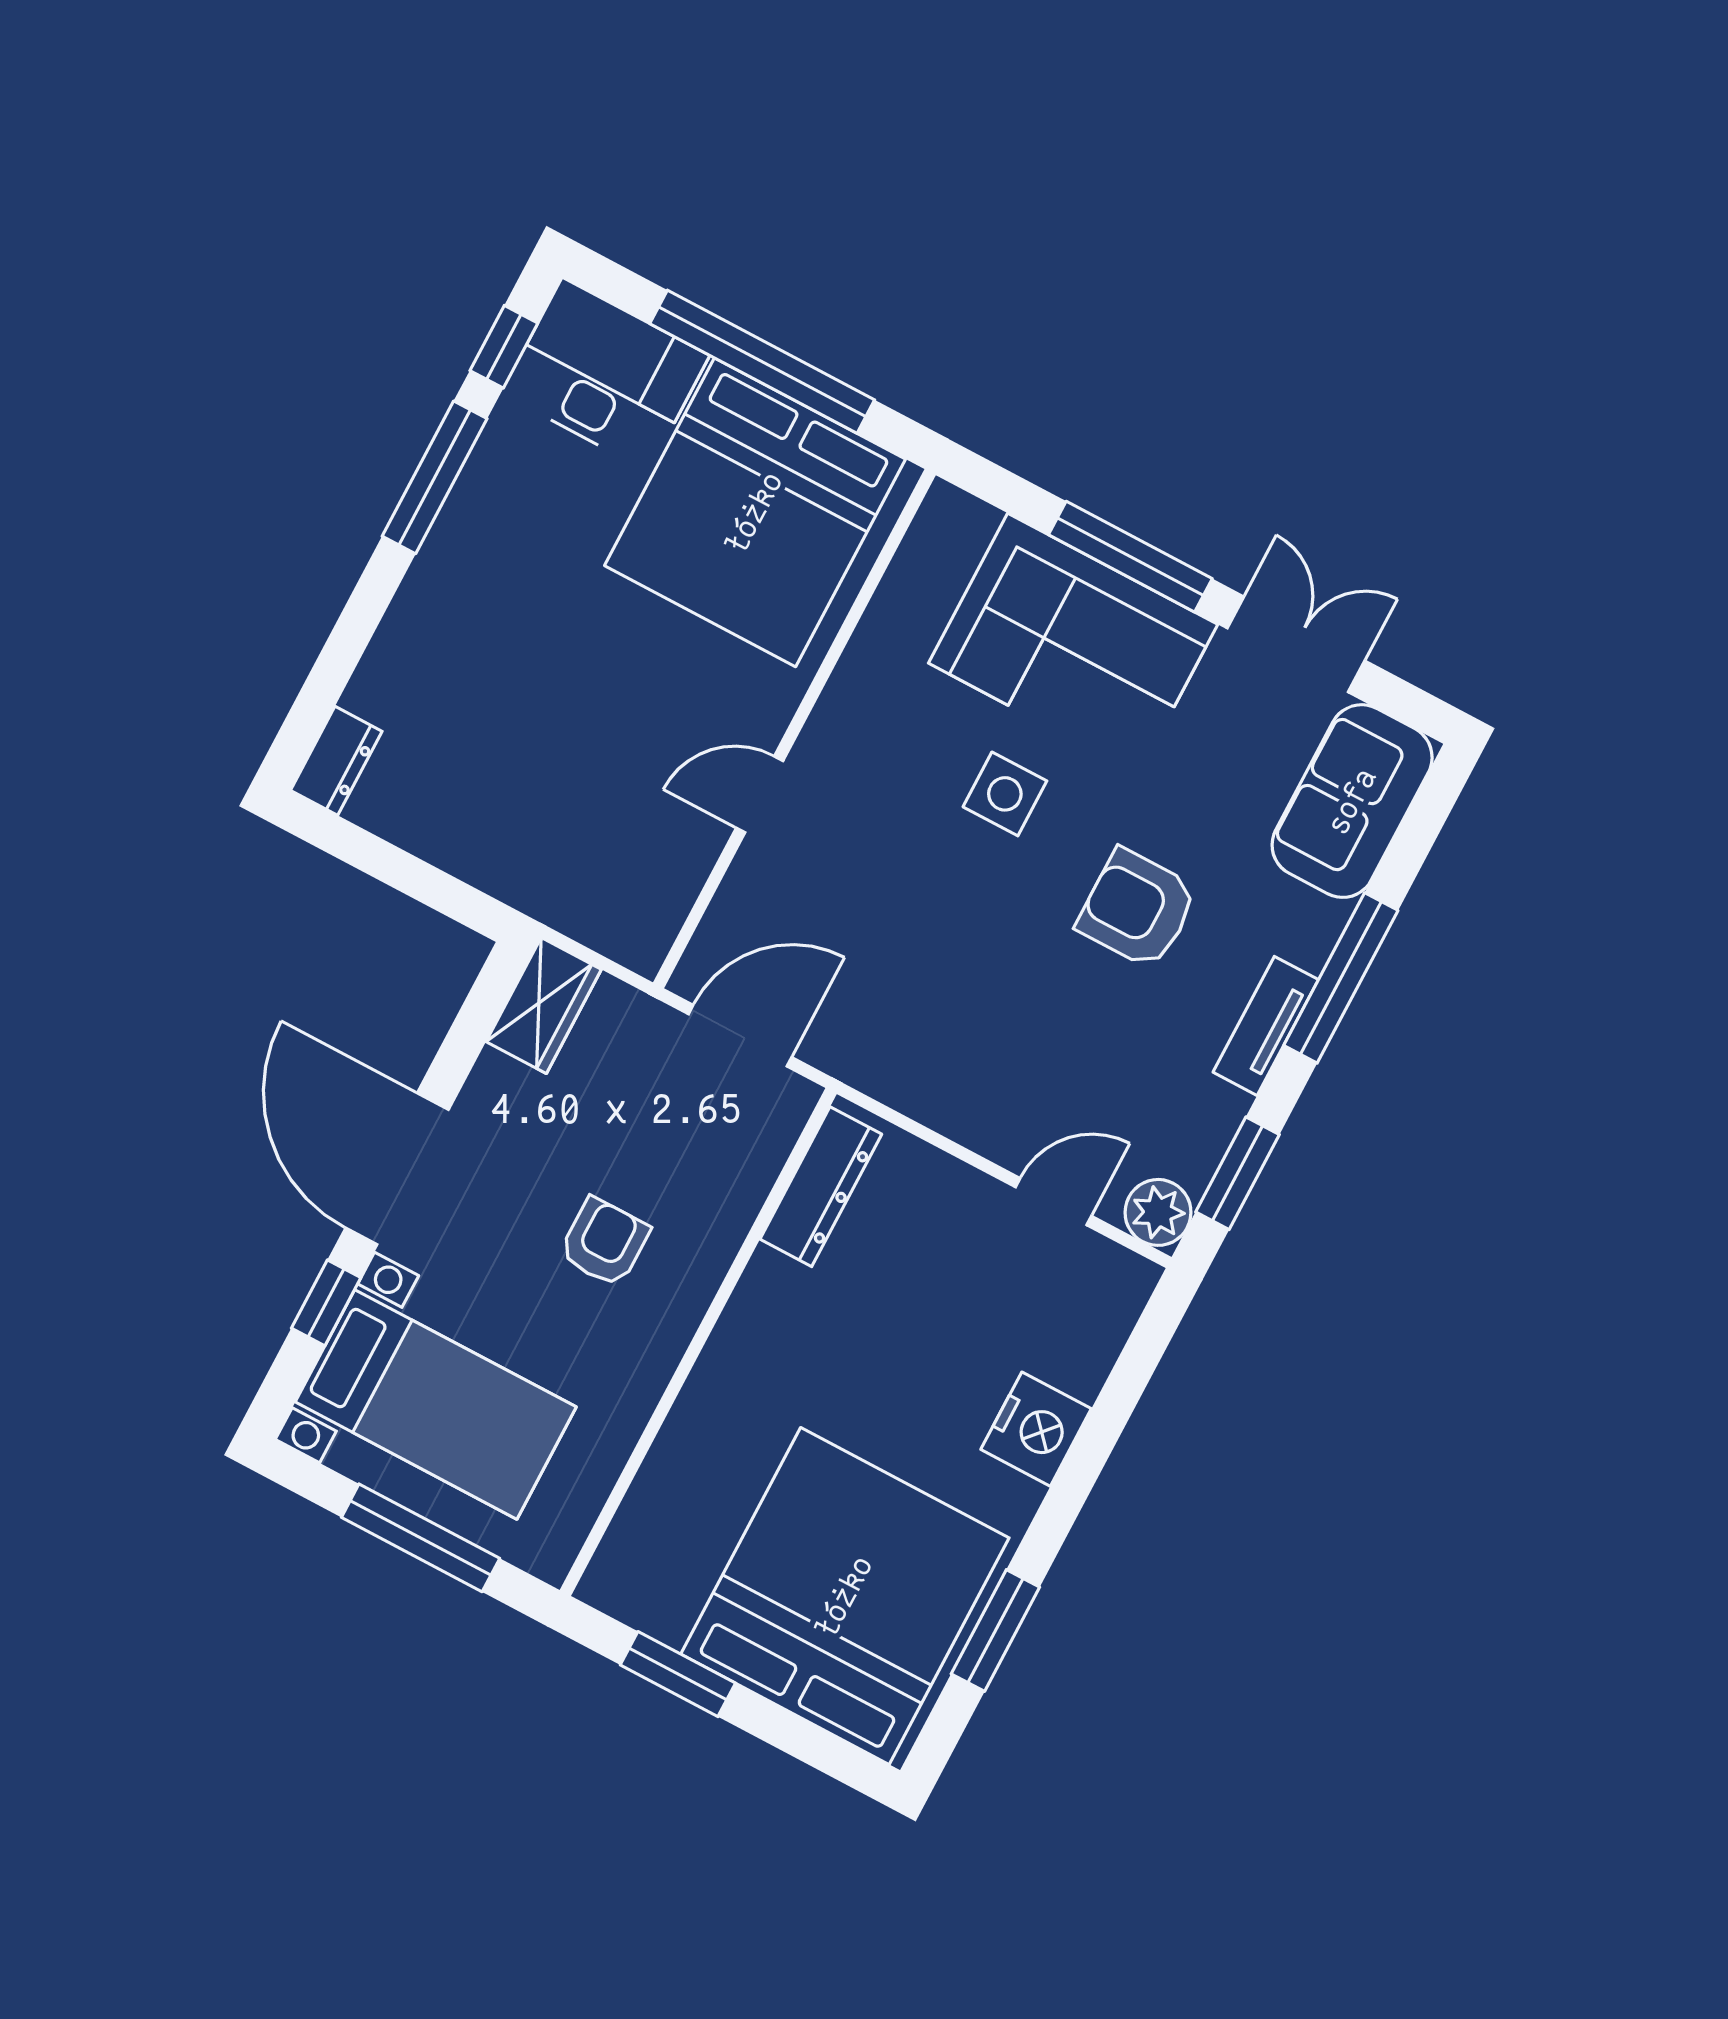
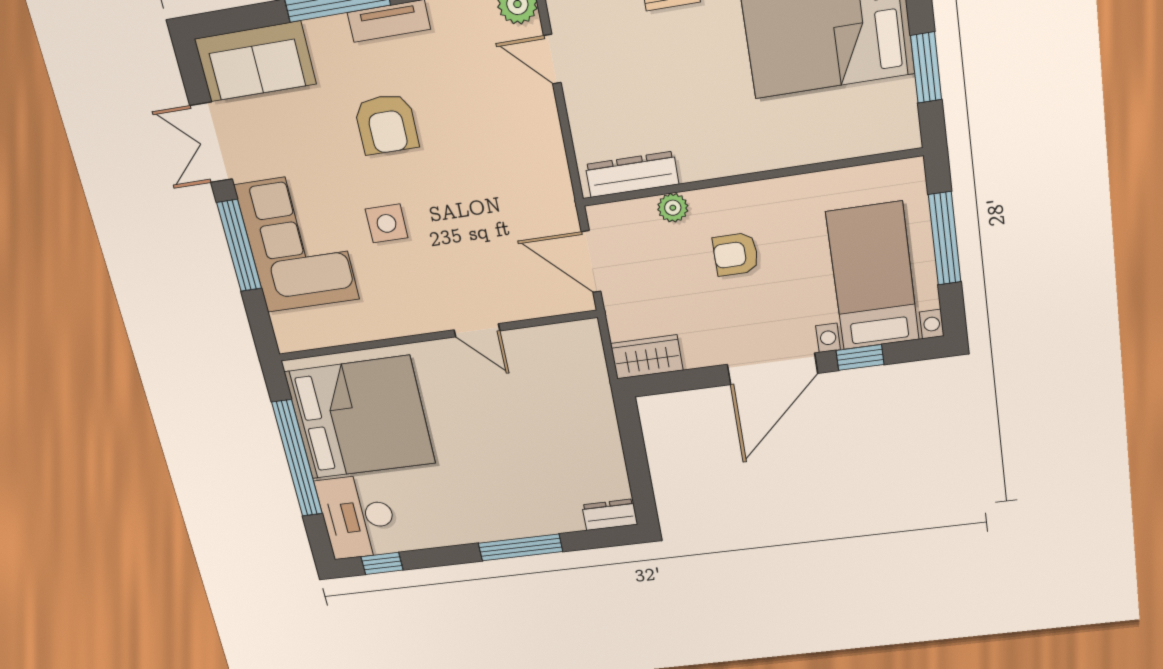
window: (435, 477) -> (521, 547), moved
plant: (733, 1206) -> (673, 208), added

